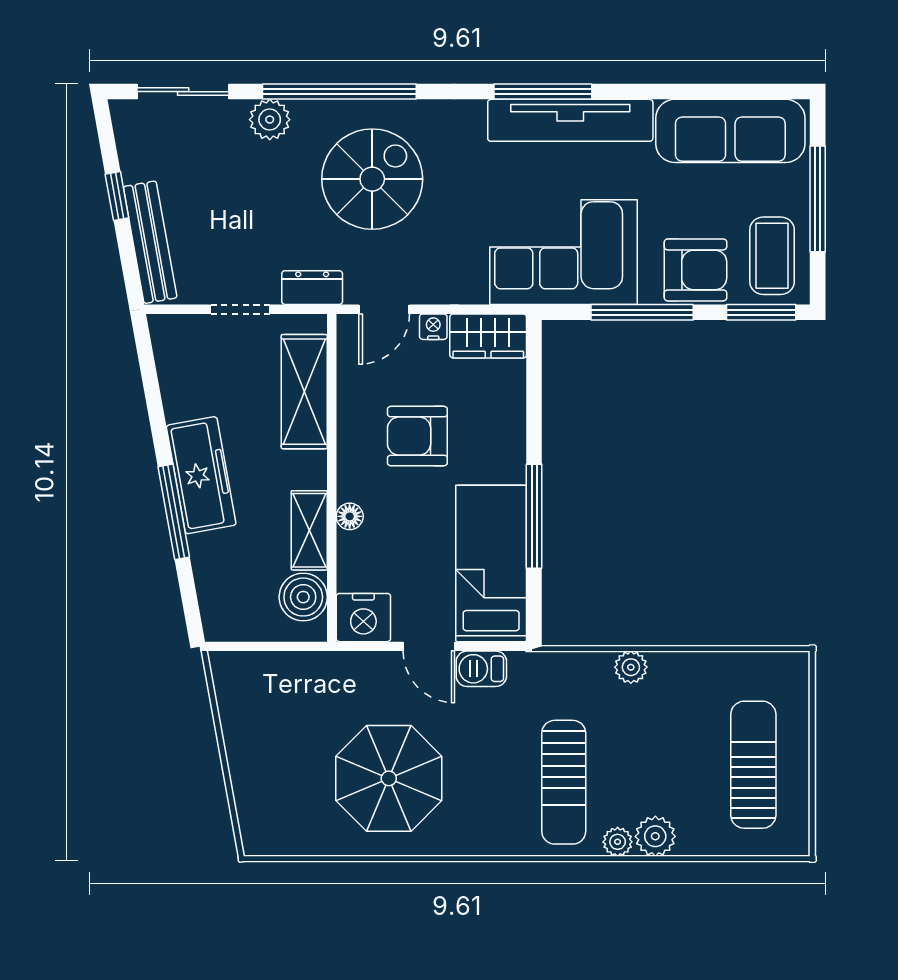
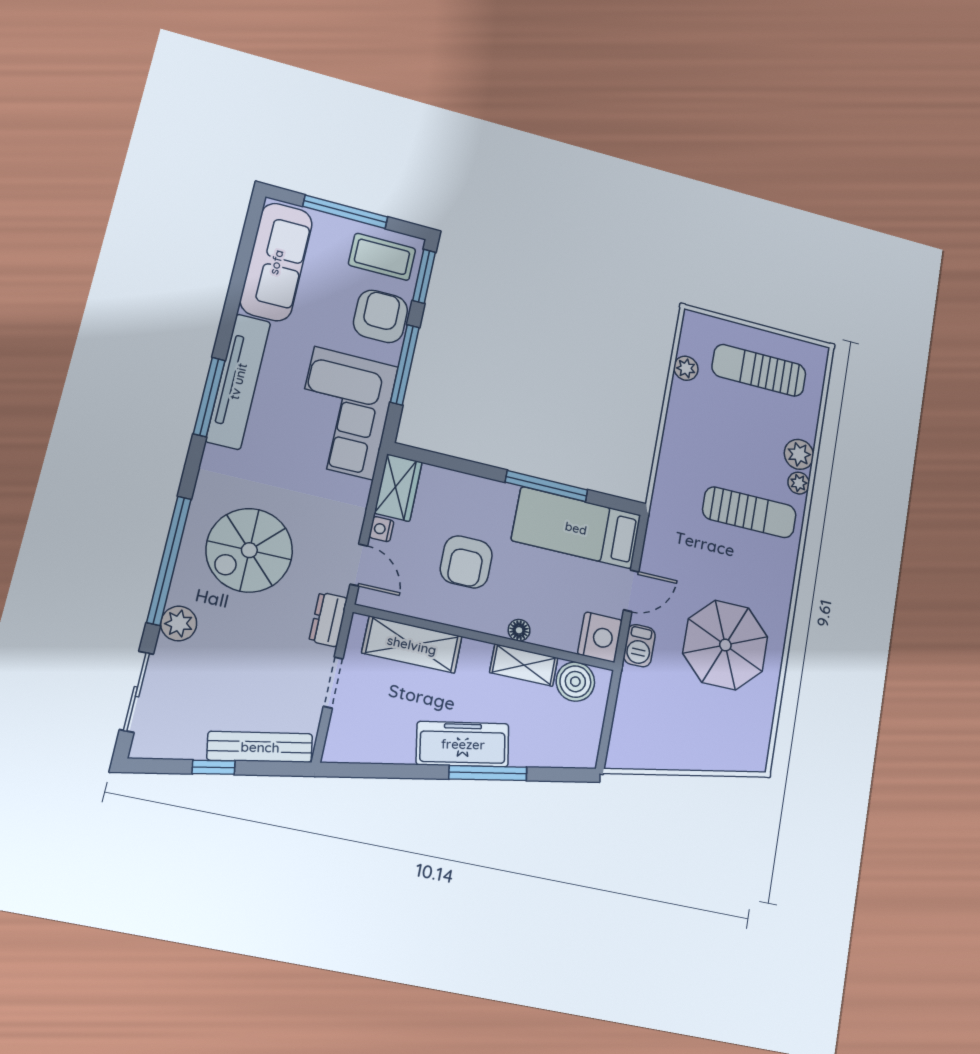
spiral stairs: (372, 179) -> (249, 550), turned -90
plant: (631, 667) -> (686, 368), moved
barbecue: (481, 669) -> (639, 646), moved

